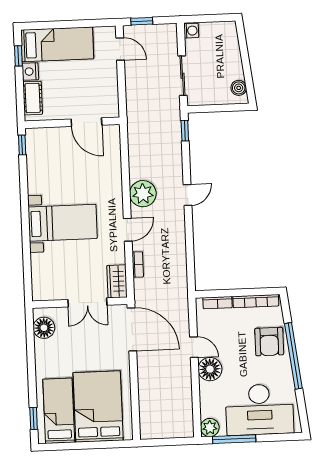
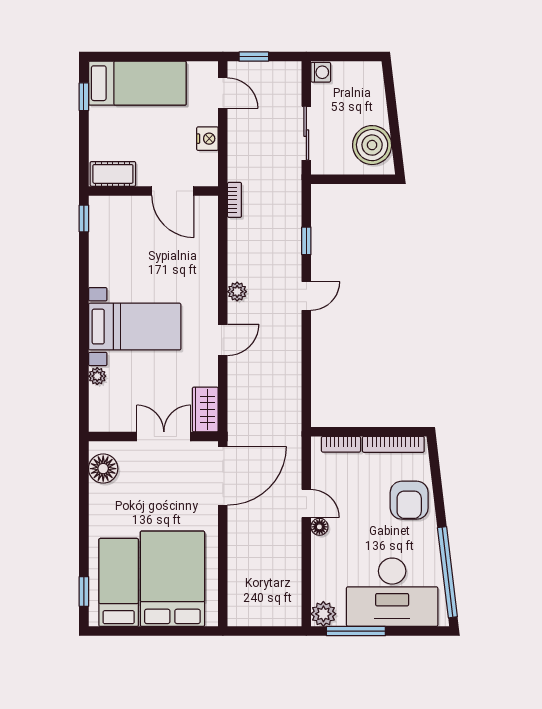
nightstand: (30, 71) -> (207, 139), moved, turned 180
boiler: (239, 88) -> (372, 145), width x1.86, depth x1.86
cot: (33, 98) -> (113, 174), moved, turned 90
window: (185, 131) -> (306, 241), moved
plant: (143, 194) -> (237, 292), width x0.53, depth x0.53
plant: (37, 260) -> (97, 376), added
bookcase: (138, 264) -> (234, 200), moved
double door: (87, 302) -> (164, 436), swing flipped
door: (132, 329) -> (223, 476), hinge flipped
window: (293, 356) -> (447, 572), moved
floor lamp: (210, 369) -> (319, 527), width x0.53, depth x0.53

